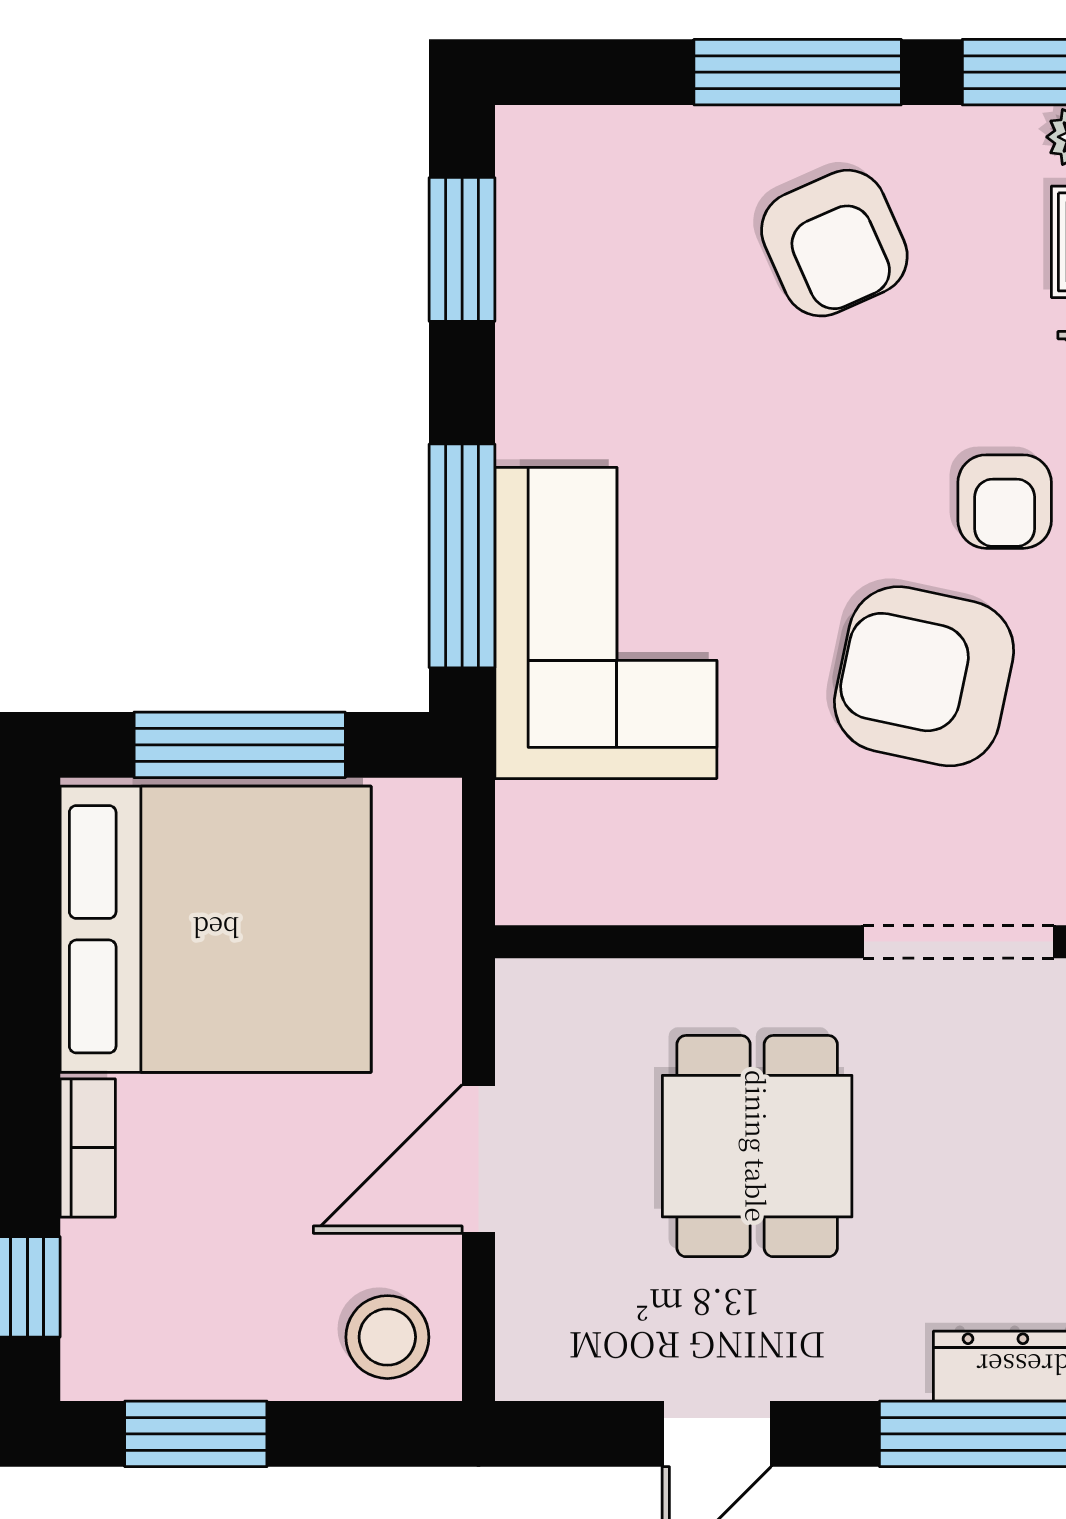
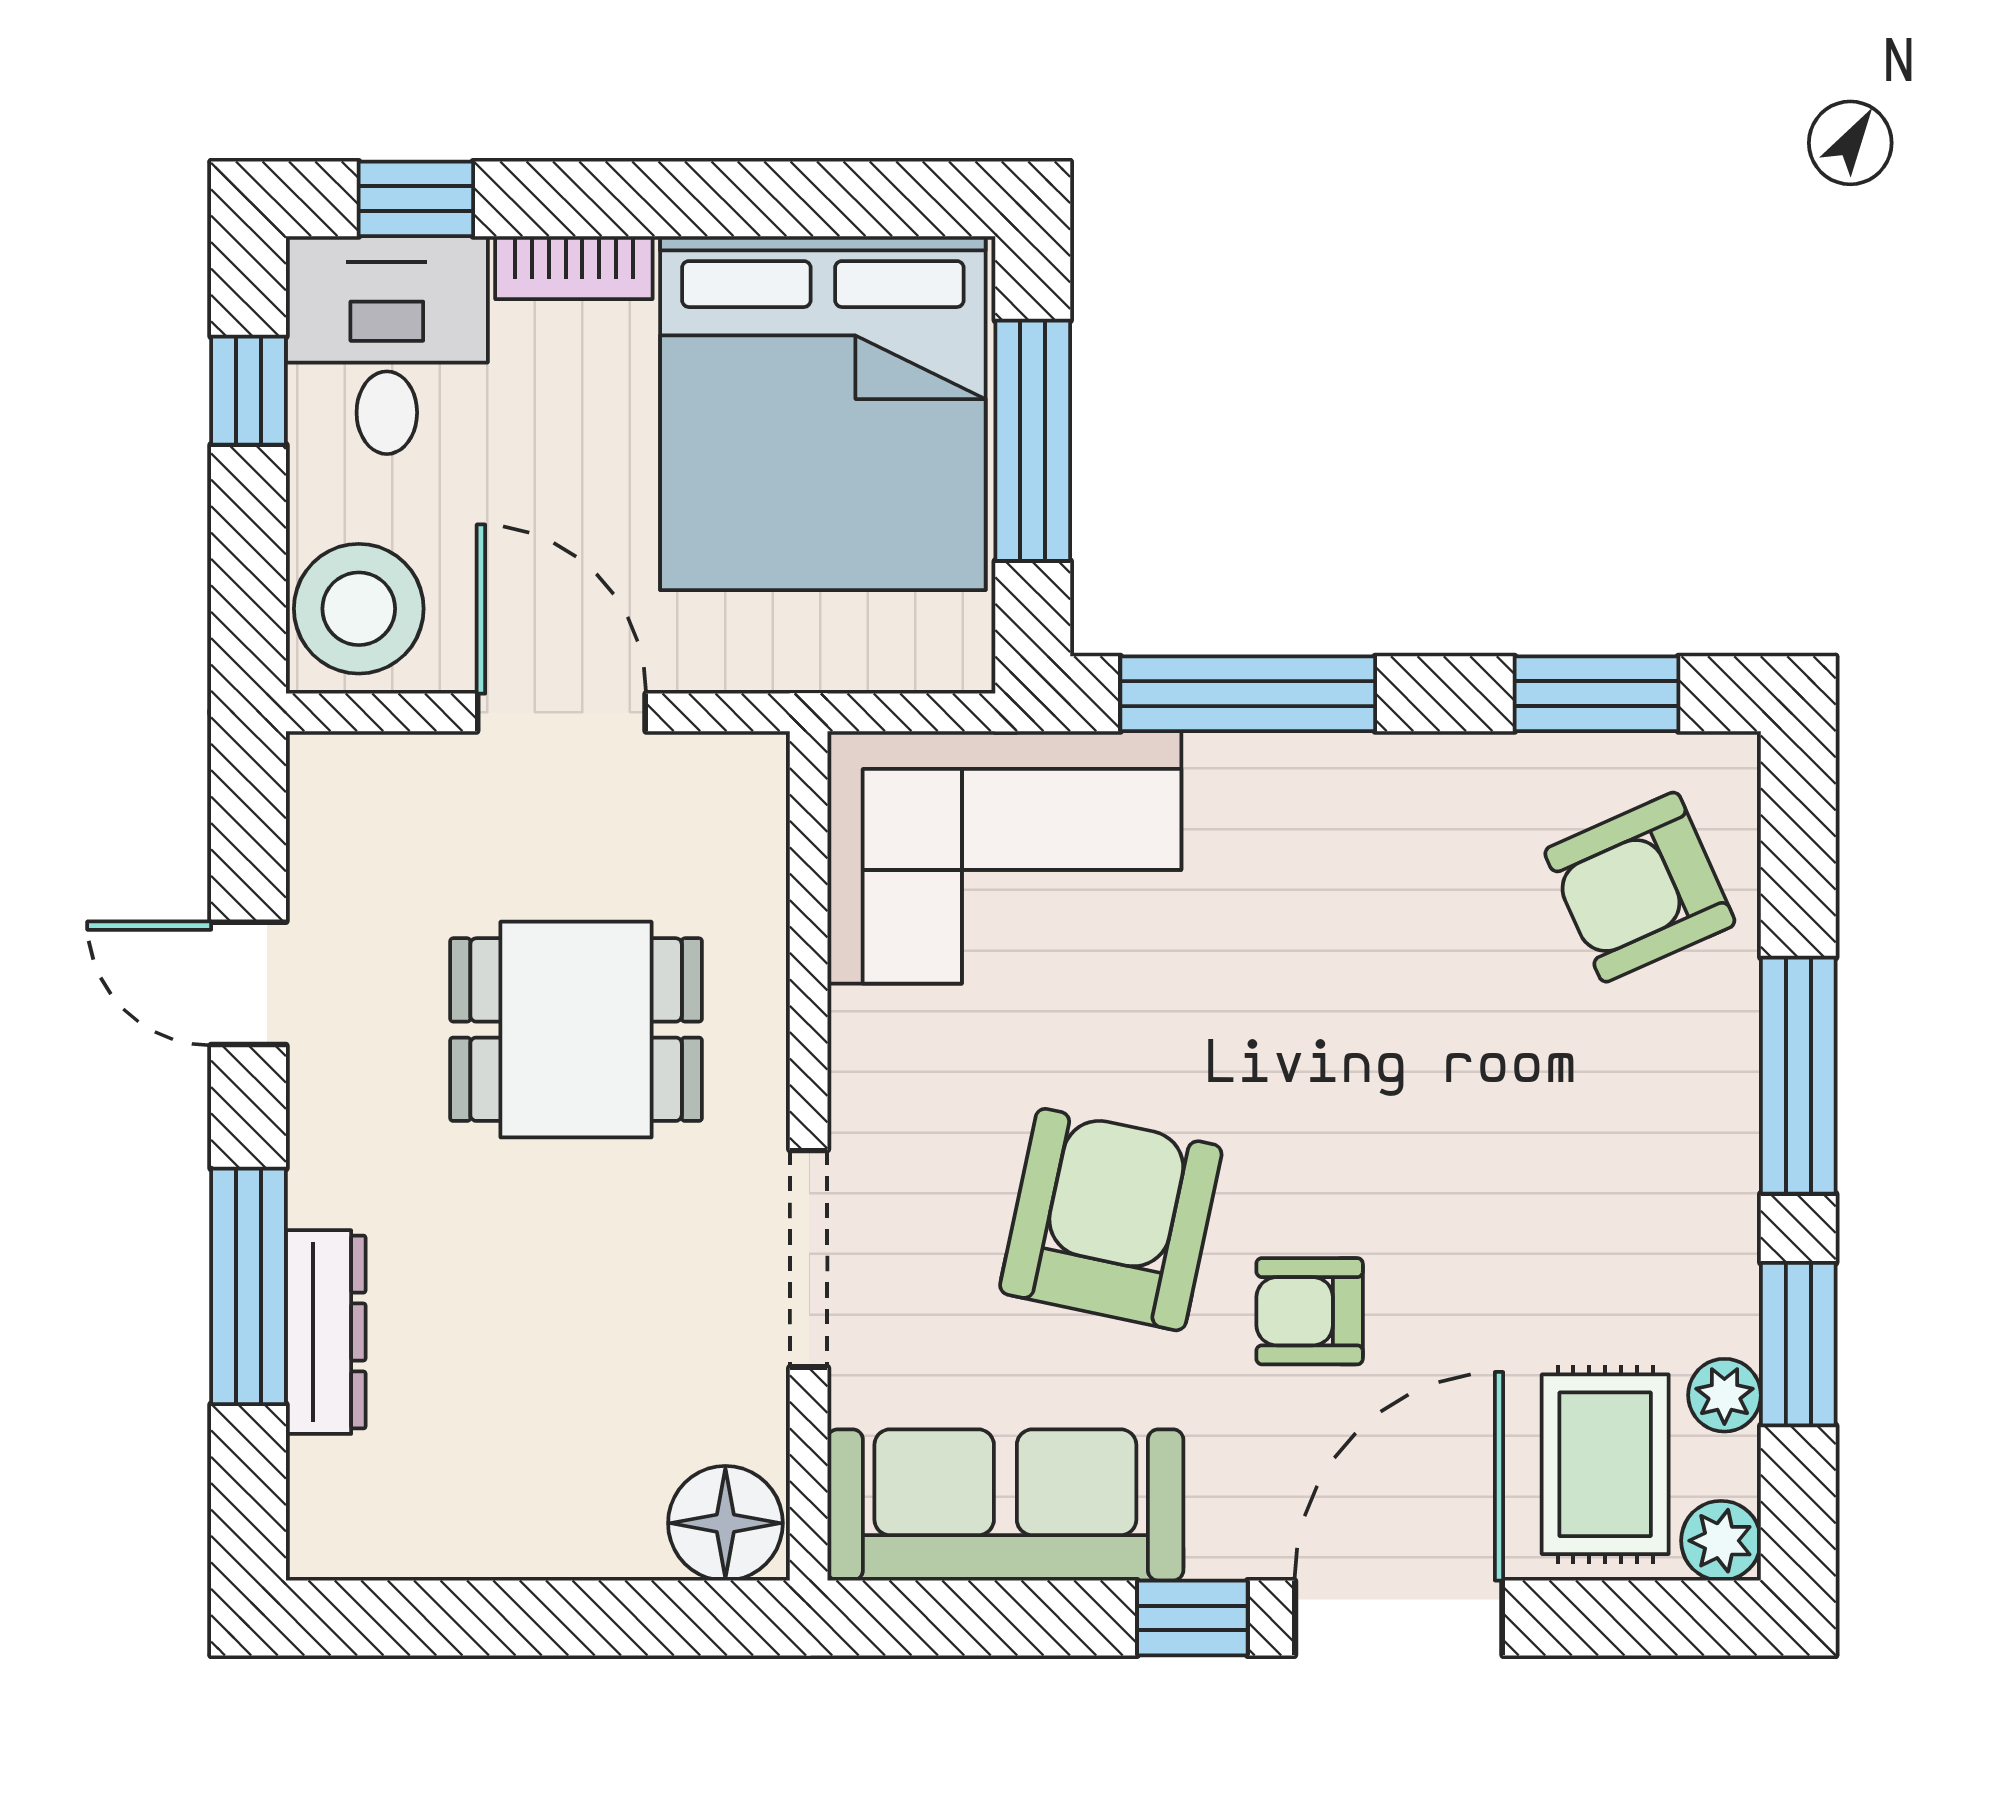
armchair: (834, 243) -> (1640, 887), moved
corner sofa: (606, 623) -> (1004, 857), moved
desk: (156, 1312) -> (387, 345), added
stool: (387, 1337) -> (359, 609), width x1.38, depth x1.38
window: (196, 1434) -> (248, 391), width x0.67

